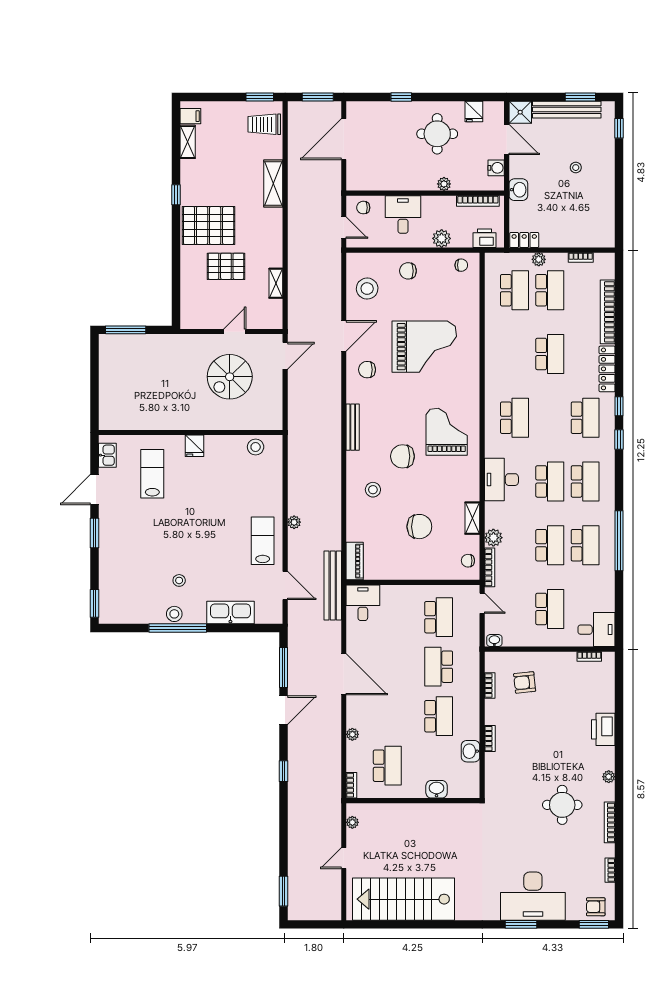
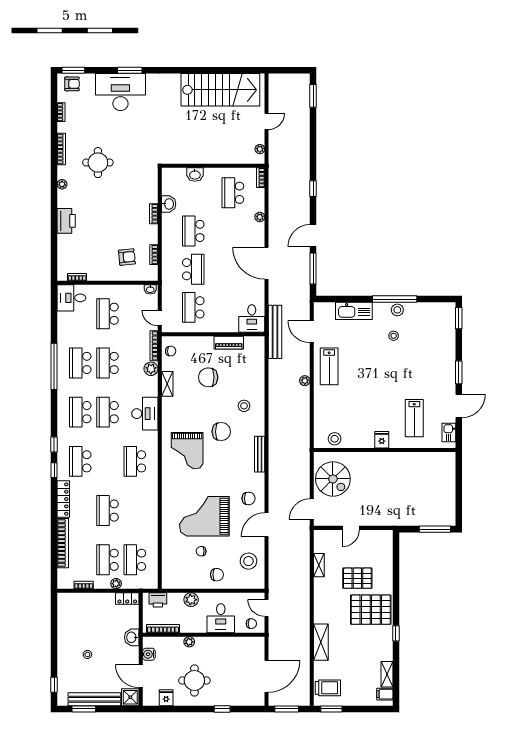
chair: (461, 265) -> (201, 551), moved
spiral stairs: (230, 377) -> (333, 479), moved, turned 90
piano: (355, 561) -> (229, 343), moved, turned -90

